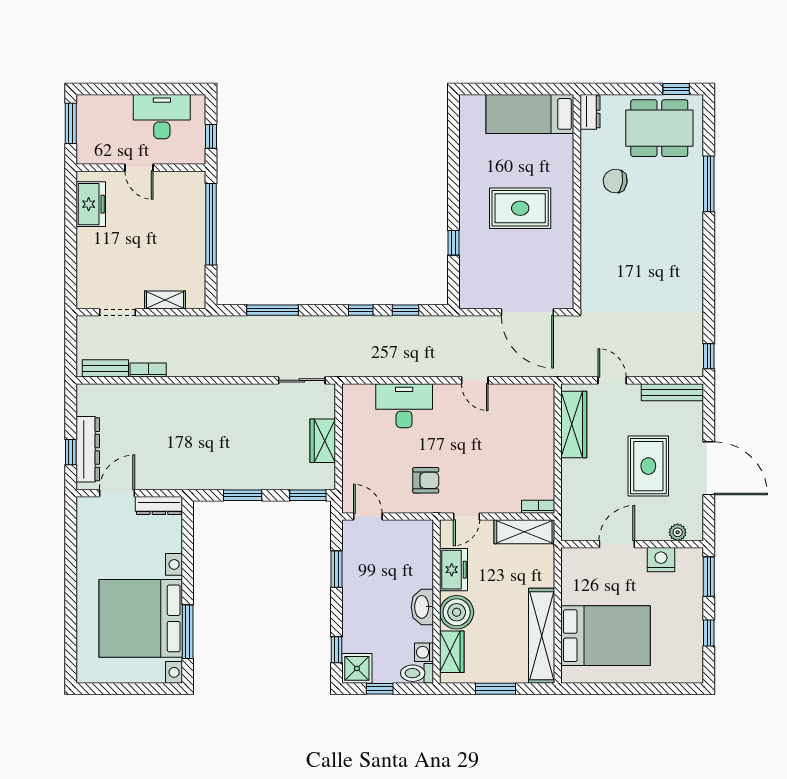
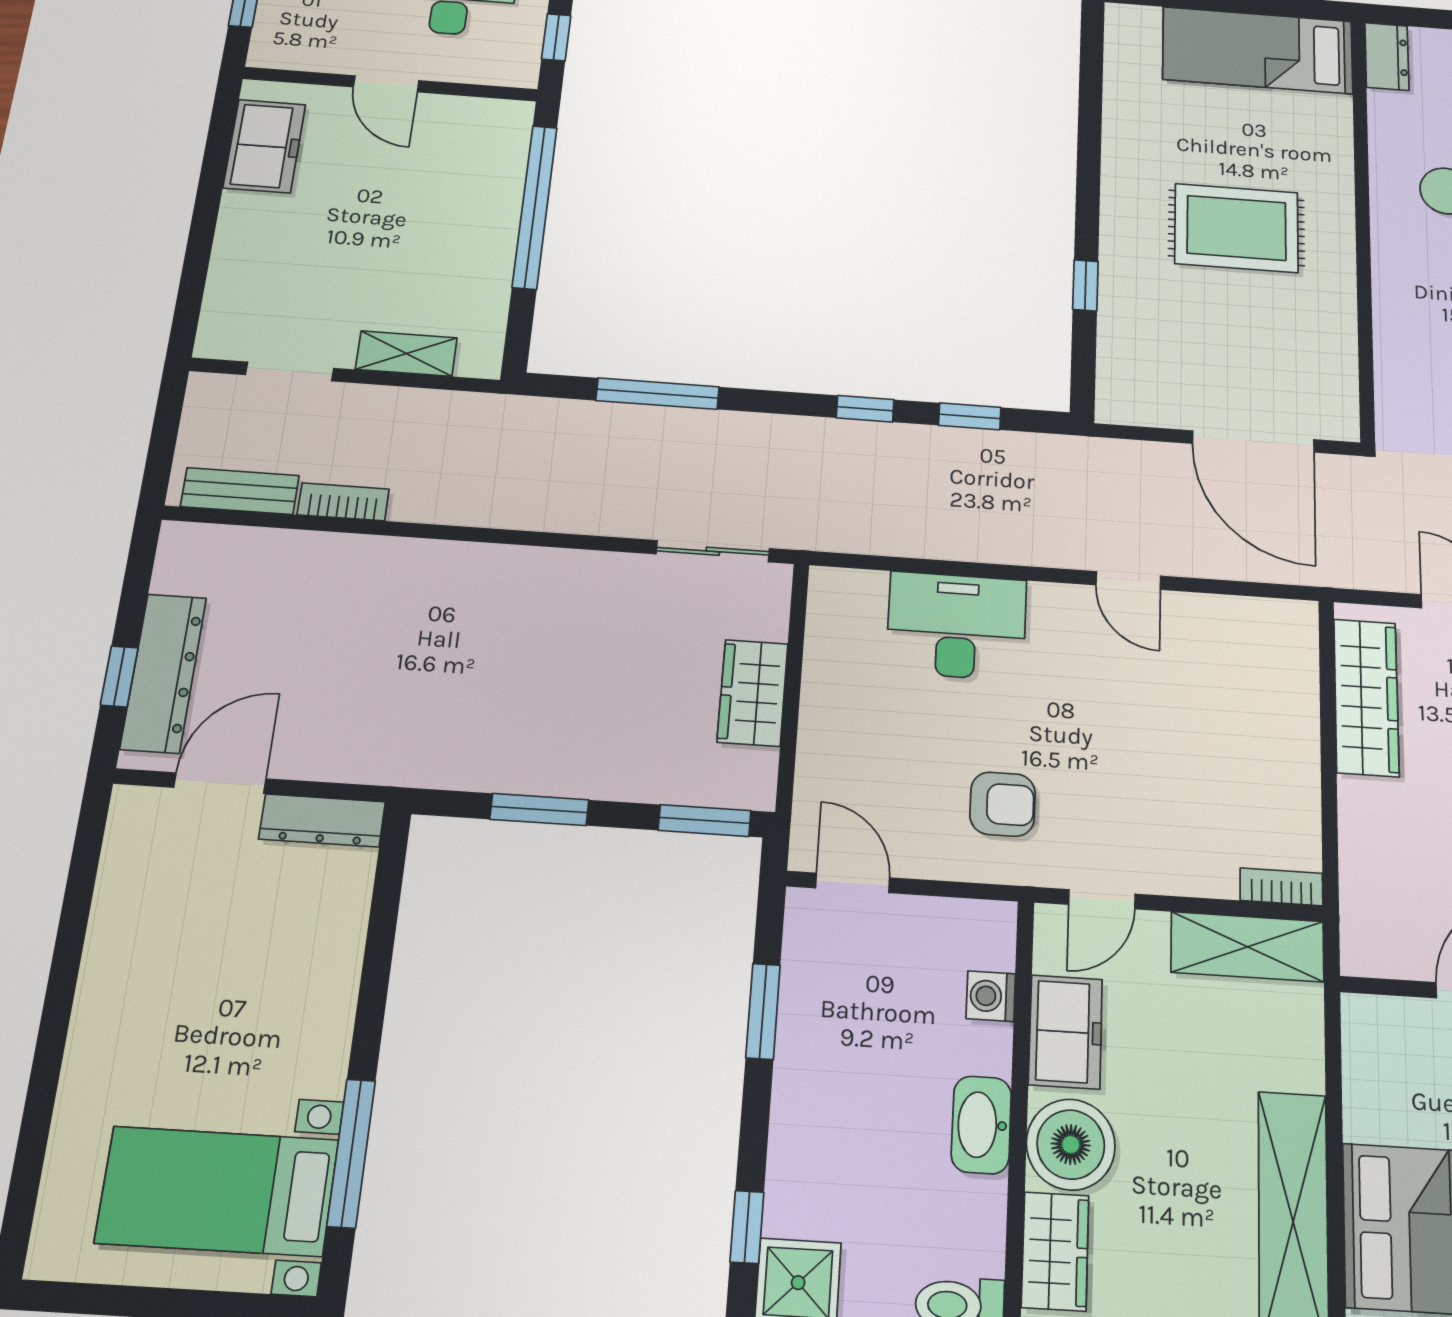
bed with nightstands: (141, 618) -> (217, 1191), width x0.54
washing machine: (424, 652) -> (991, 996), moved

